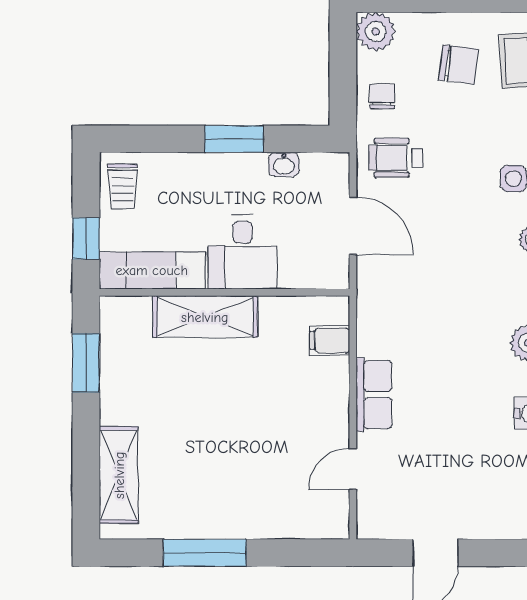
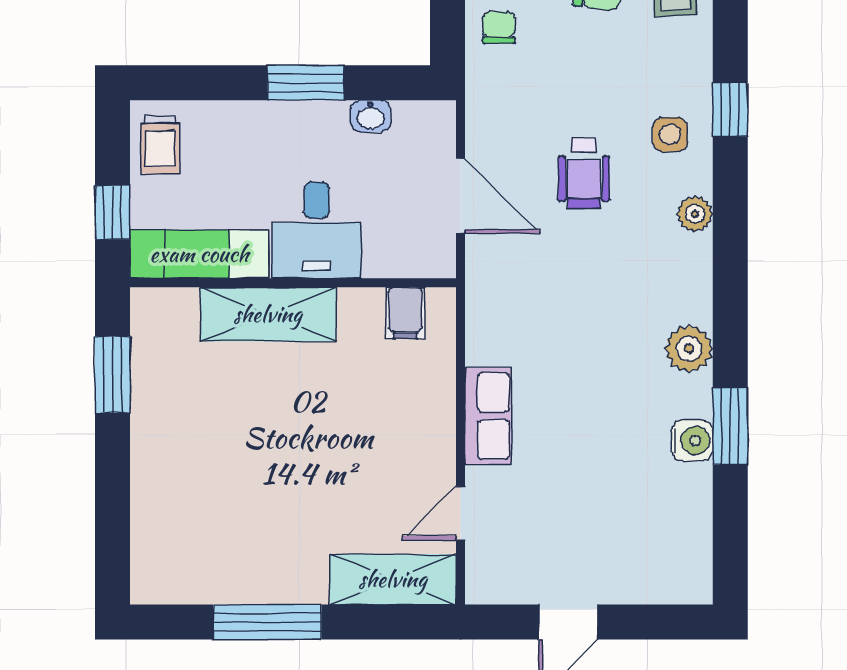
wheelchair: (396, 158) -> (584, 173), moved, turned -90
filing cabinet: (330, 340) -> (405, 313), moved, turned -90
shelving: (119, 475) -> (393, 579), moved, turned 90

